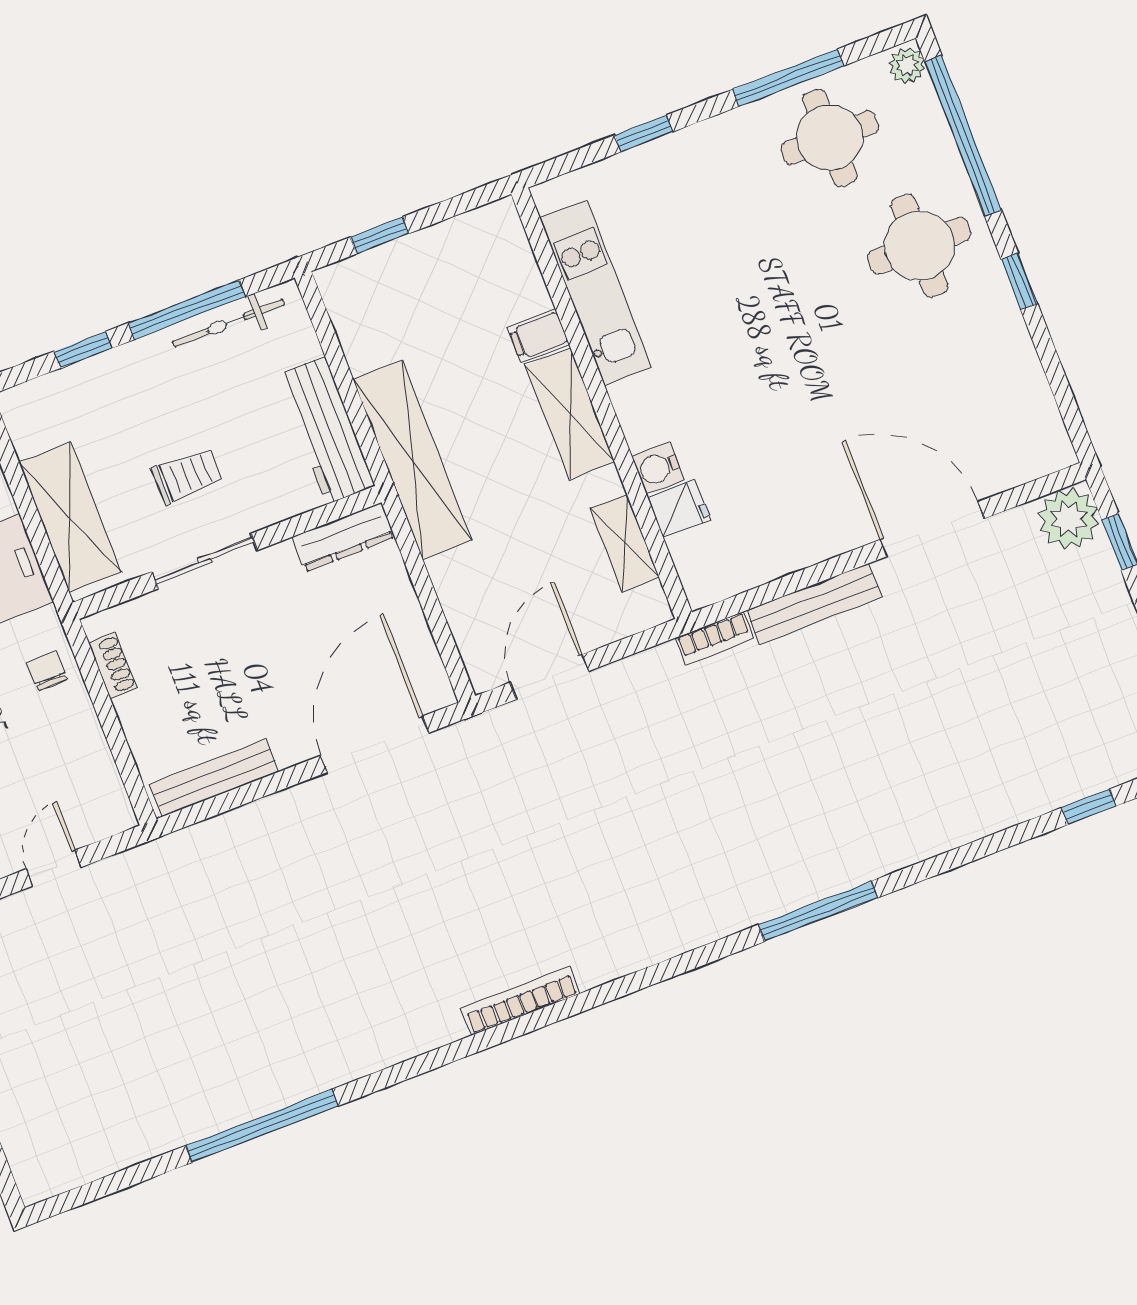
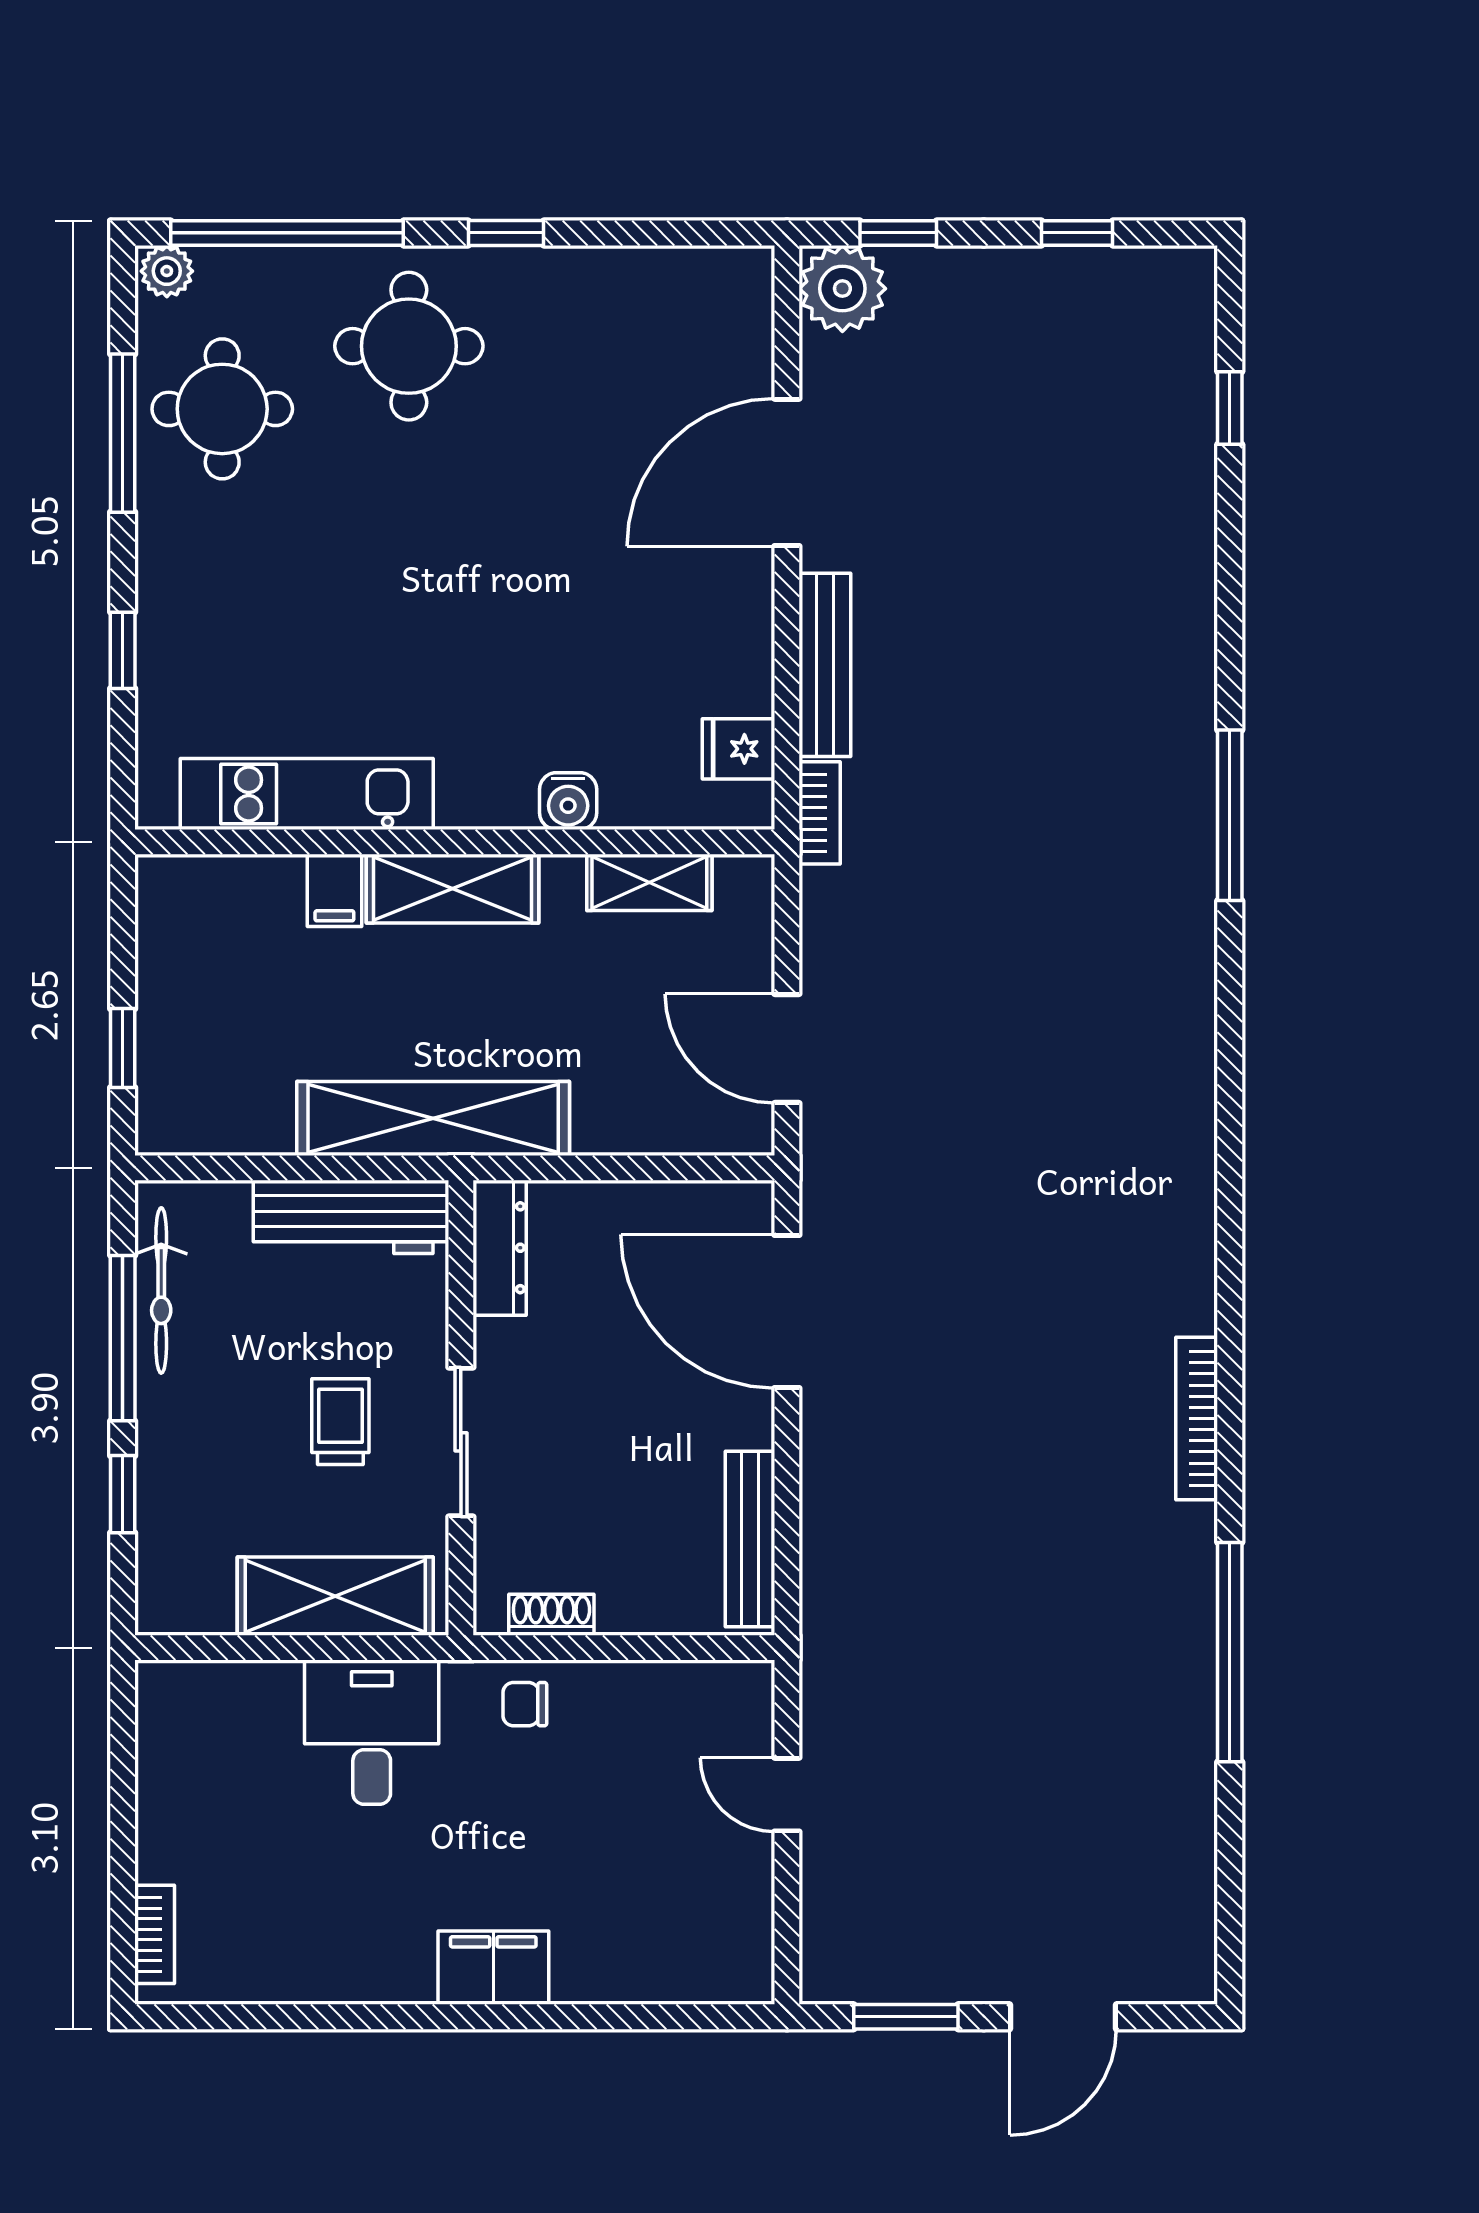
fridge: (679, 508) -> (738, 749), moved, turned -90
bookcase: (520, 1001) -> (1197, 1418), moved

